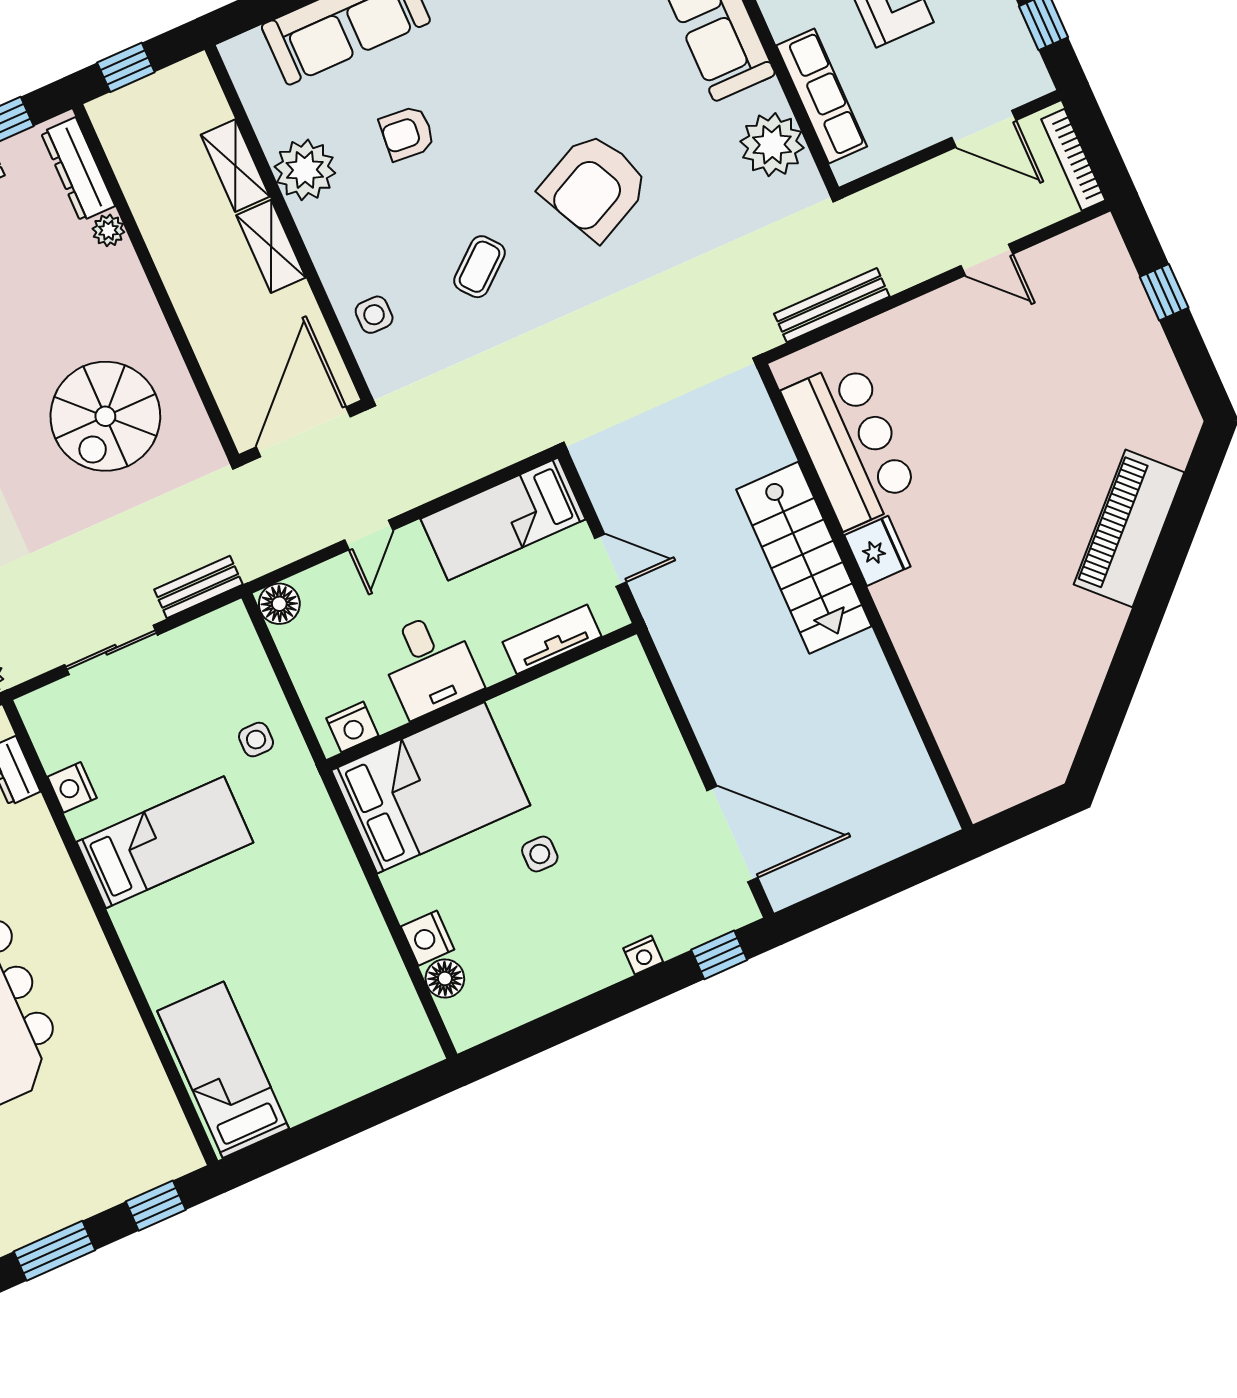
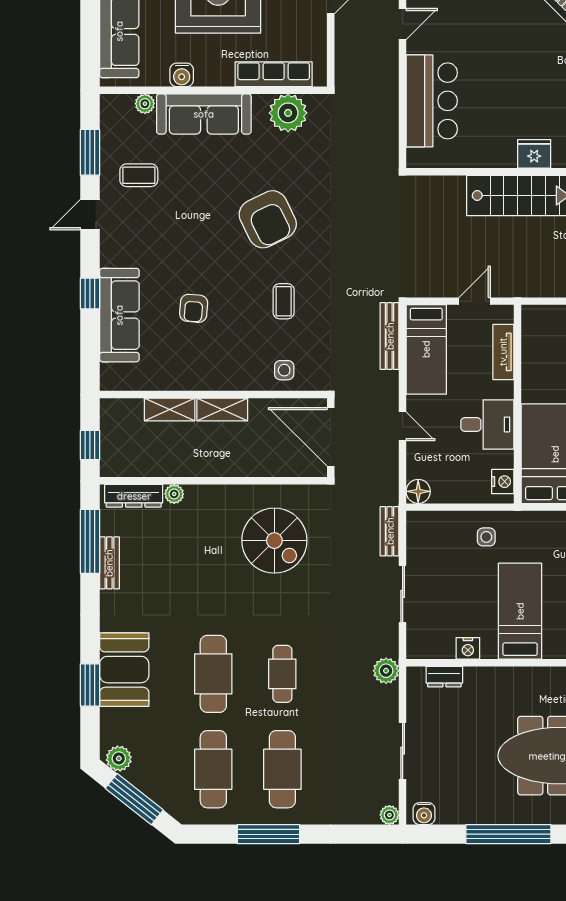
plant: (305, 170) -> (189, 373), removed
coffee table: (479, 267) -> (284, 301), turned 40
bench: (832, 305) -> (390, 336), moved
bar counter: (851, 444) -> (432, 101), moved, turned 90

